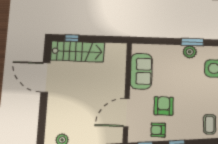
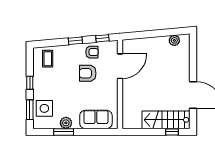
sofa: (141, 71) -> (96, 119), moved, turned 90
armchair: (164, 106) -> (88, 73), turned 90

